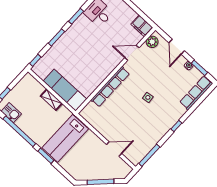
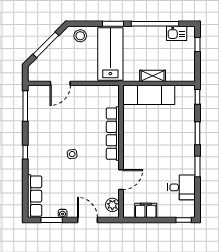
filing cabinet: (142, 26) -> (146, 210), moved
stool: (74, 167) -> (80, 36), added

